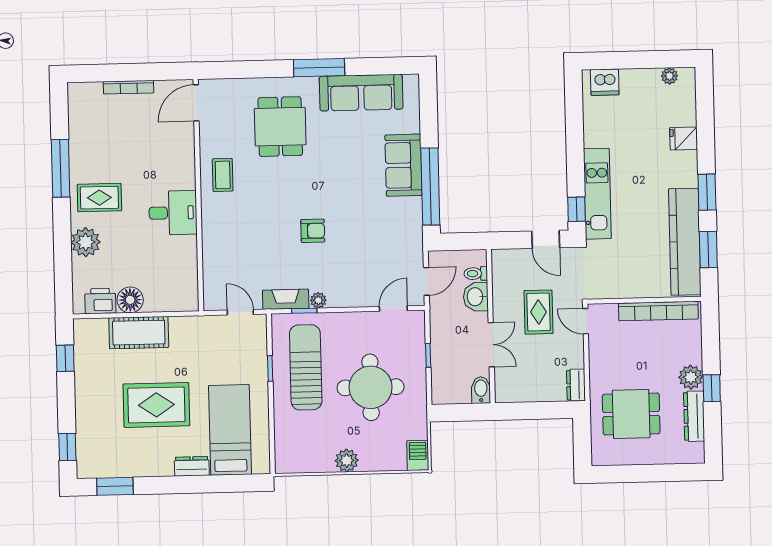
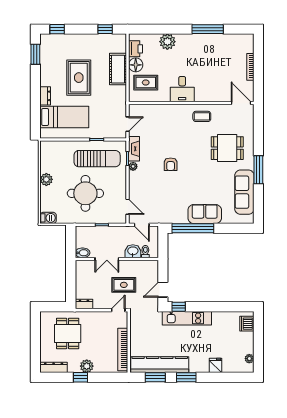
rug: (99, 198) -> (146, 83), moved, turned 90
dresser: (694, 416) -> (54, 367), moved

